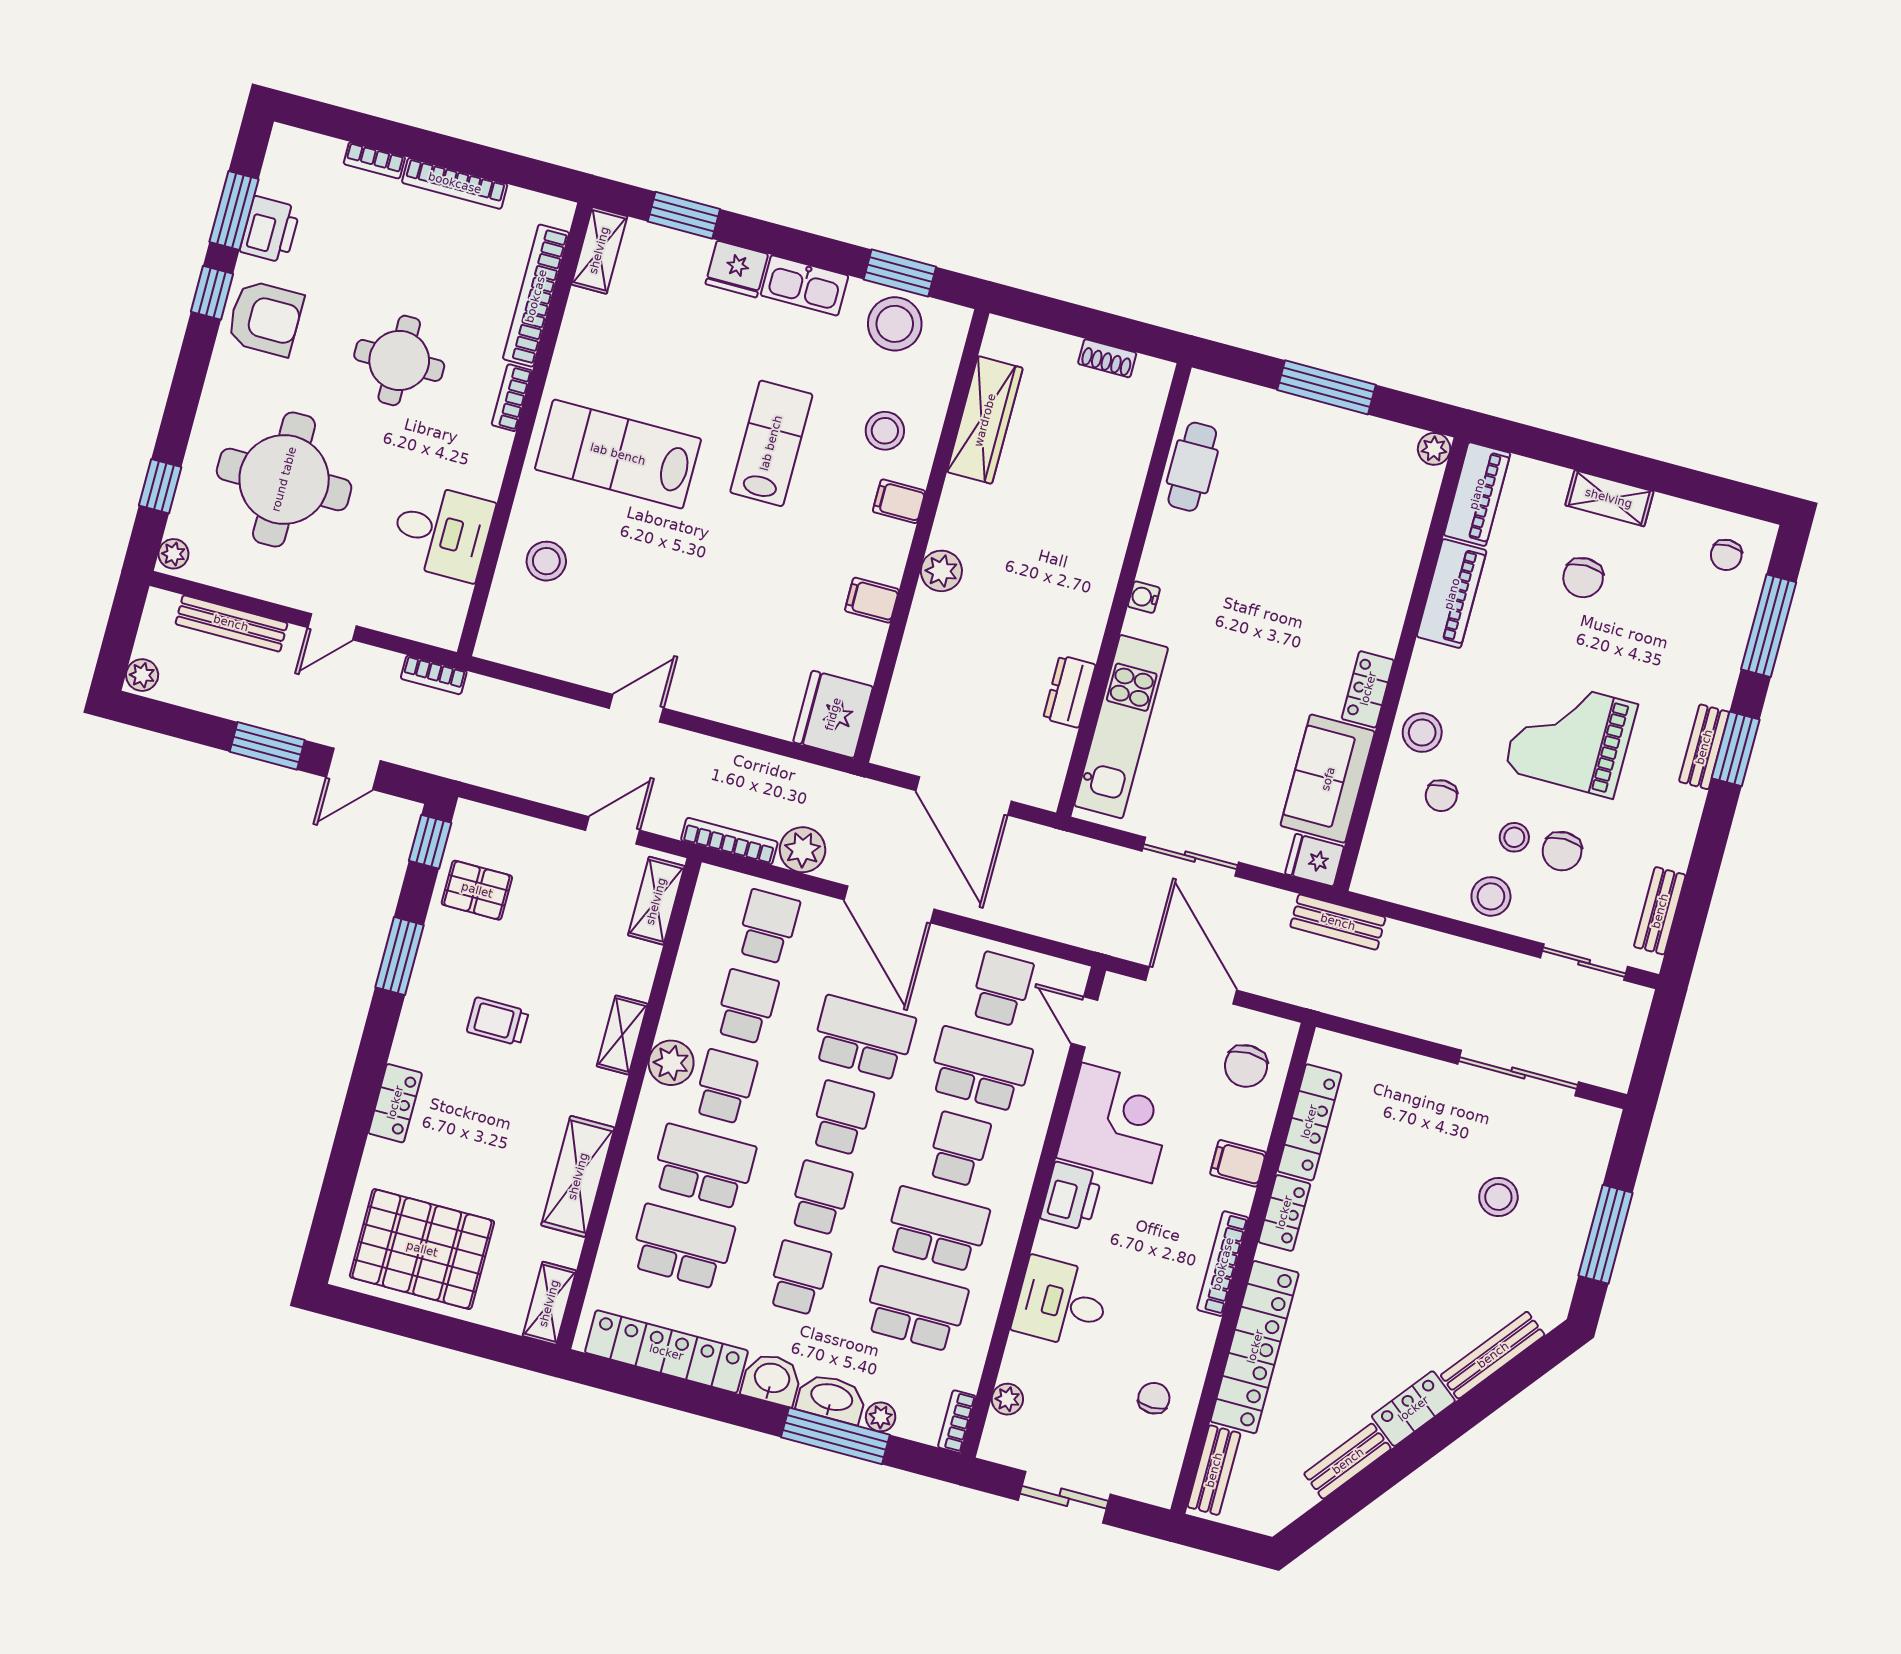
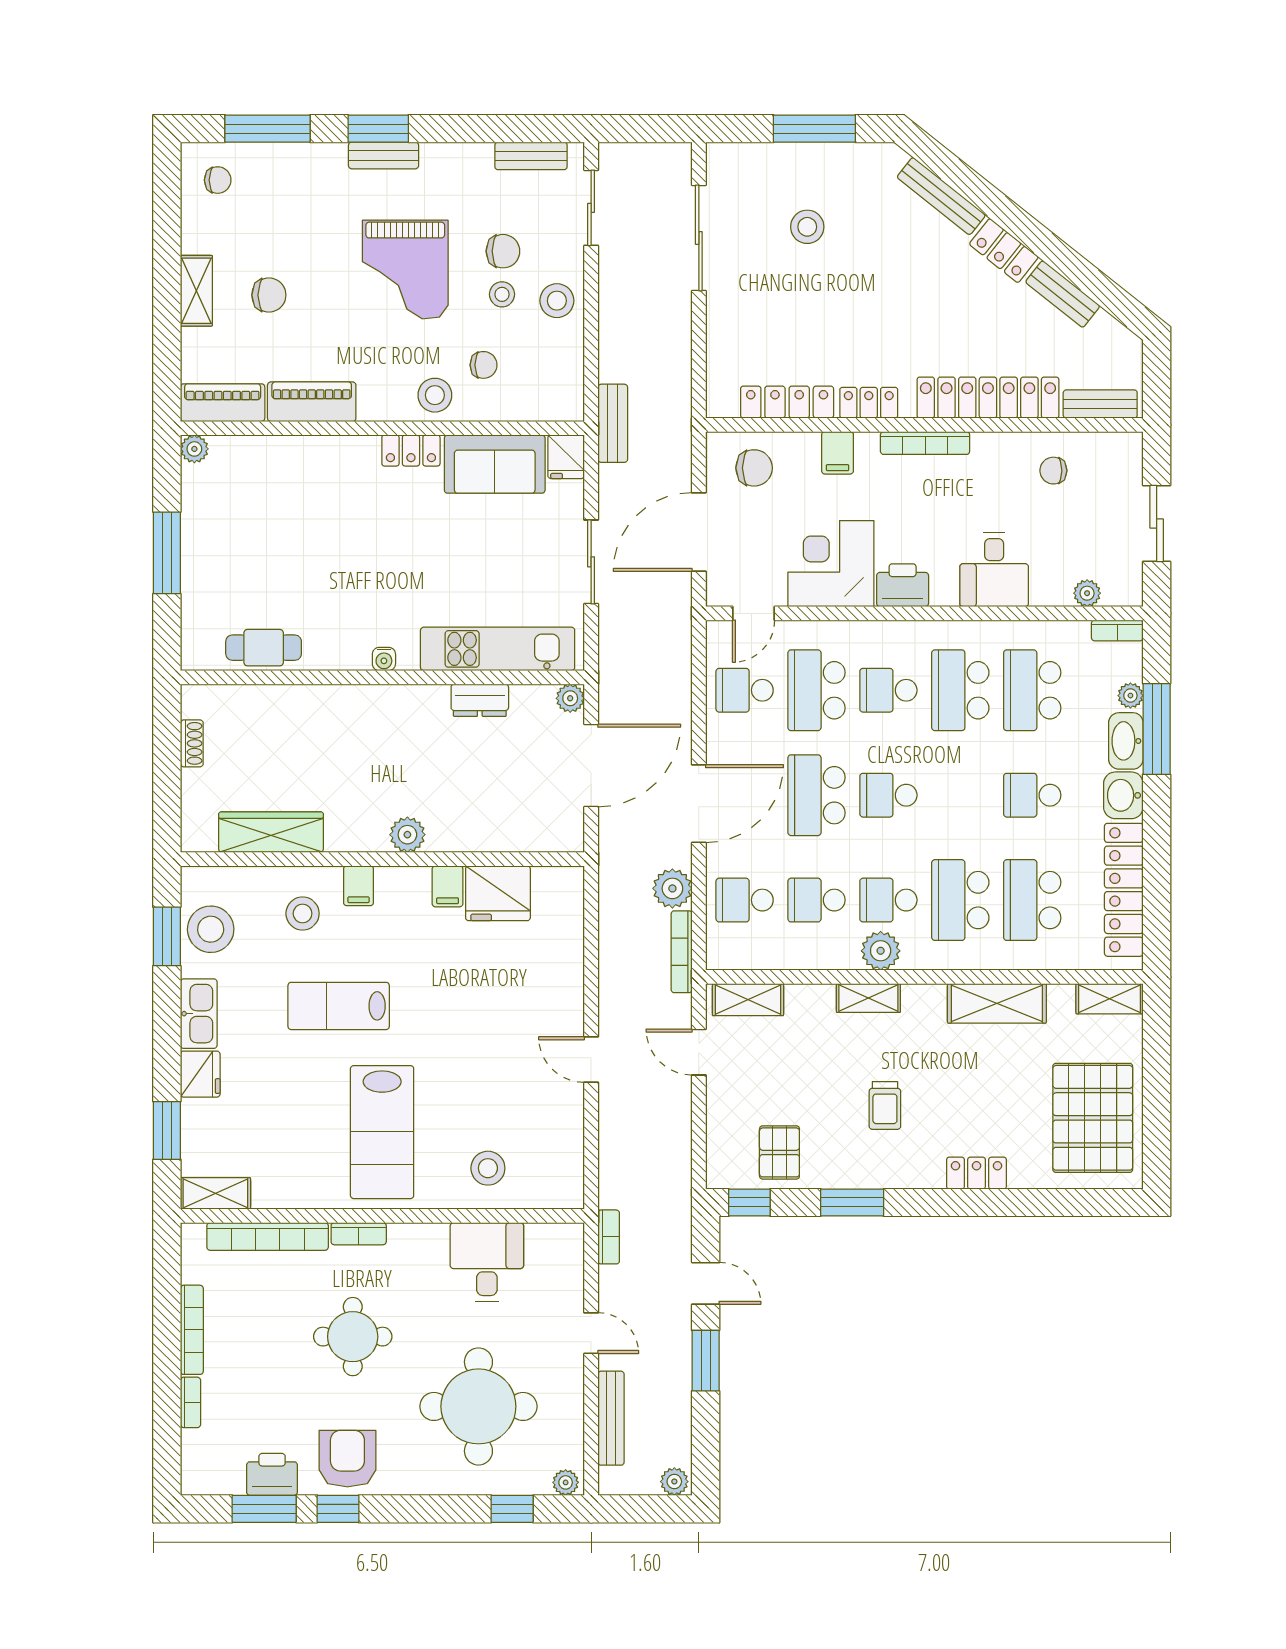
fridge: (833, 714) -> (498, 893), moved
plant: (1045, 793) -> (570, 698), added
school desk: (820, 1198) -> (960, 795), removed

